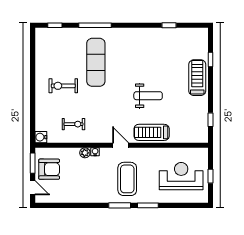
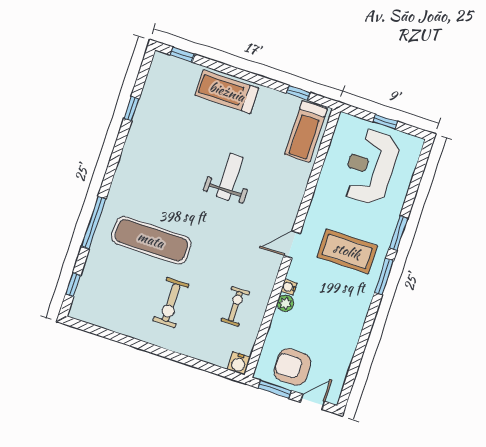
window: (210, 59) -> (182, 55), moved
treadmill: (152, 132) -> (306, 132), moved
armchair: (49, 169) -> (292, 367), turned -90

